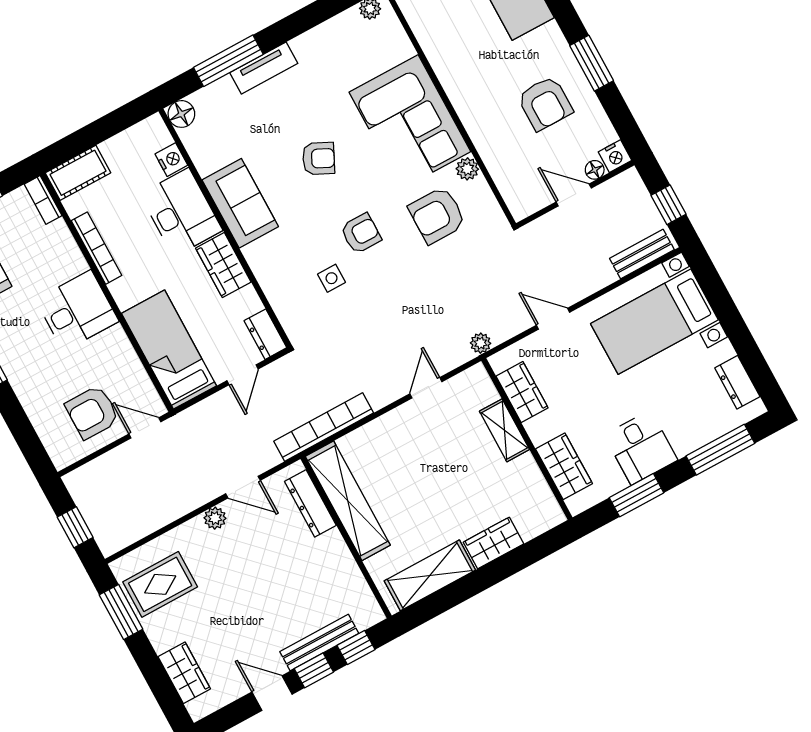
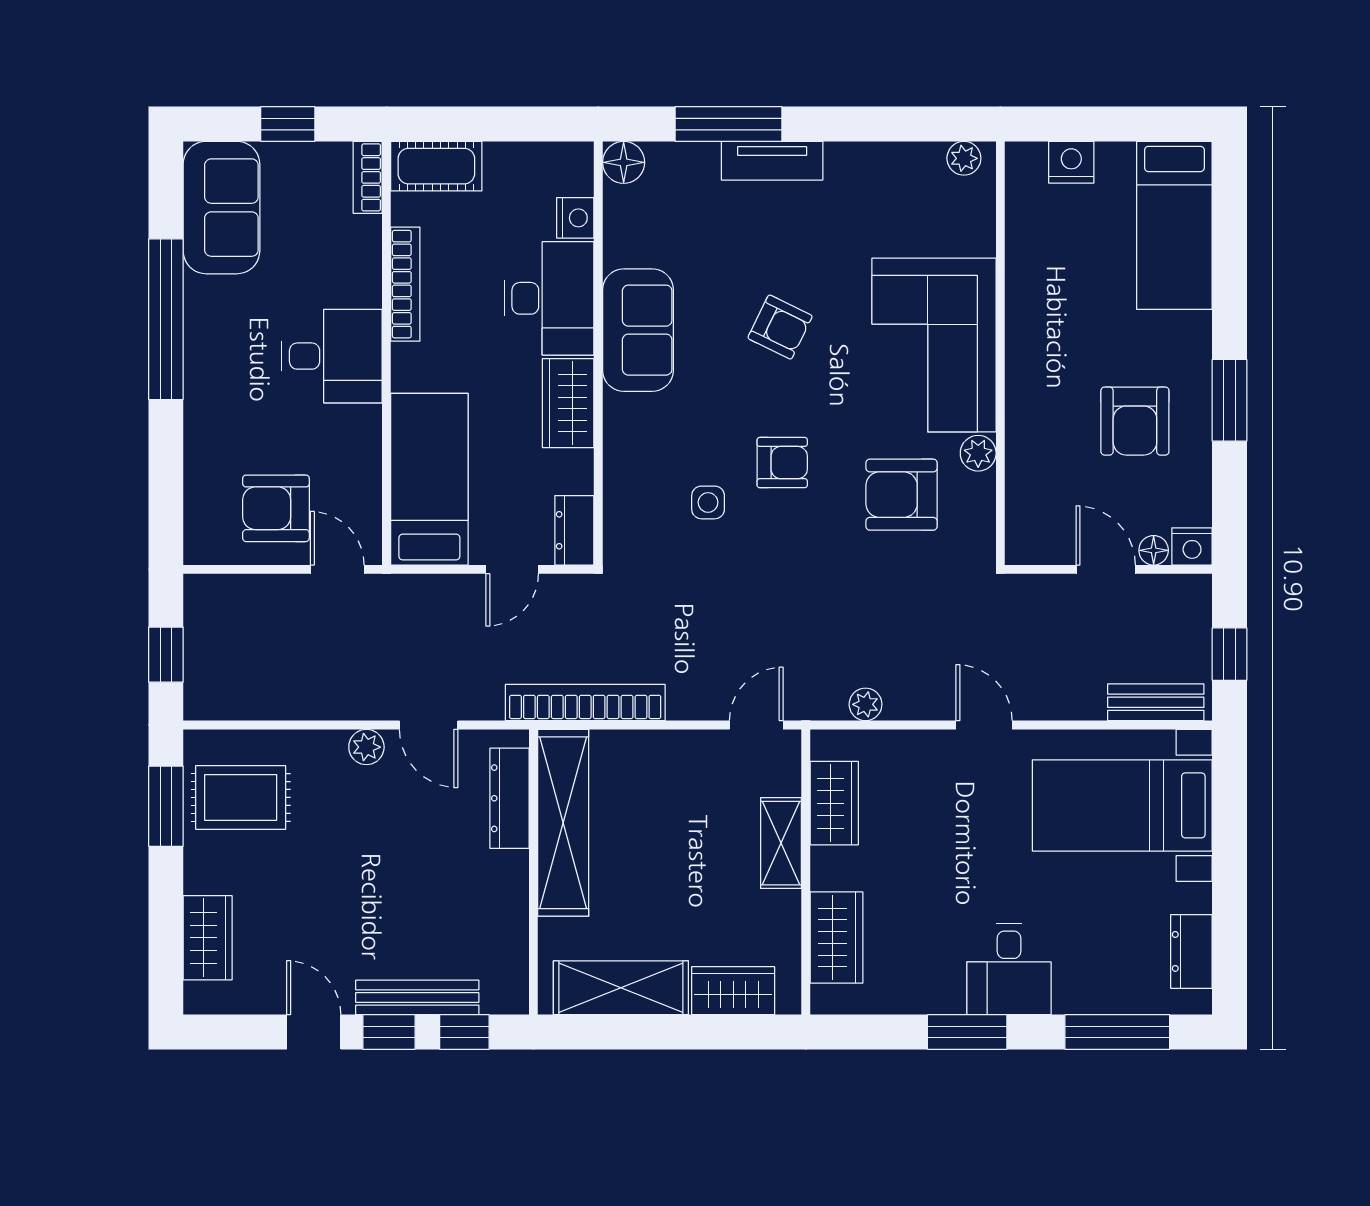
wardrobe: (522, 392) -> (834, 803), moved
shelving: (504, 430) -> (781, 843), moved
wall: (527, 439) -> (806, 872), moved
wardrobe: (564, 466) -> (837, 937), moved

